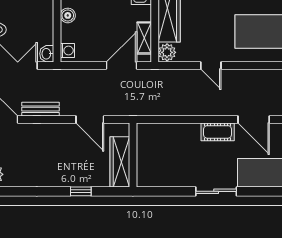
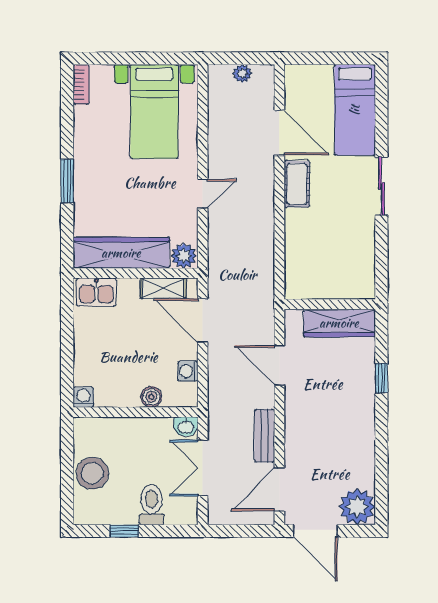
boiler: (68, 15) -> (151, 397), moved
washing machine: (67, 51) -> (188, 371), moved, turned -90
door: (90, 120) -> (279, 365), swing flipped
door: (254, 120) -> (279, 133), hinge flipped

